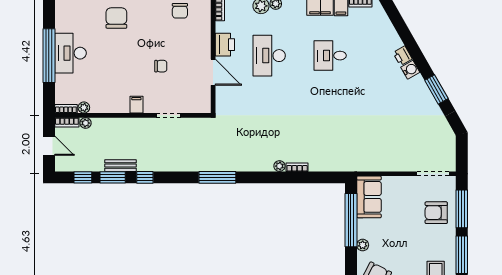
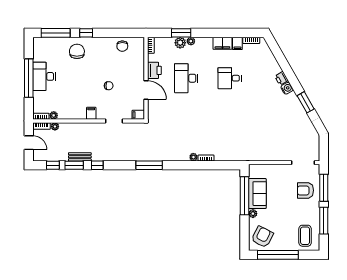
filing cabinet: (202, 107) -> (138, 115), added
sofa: (369, 197) -> (257, 194), moved

